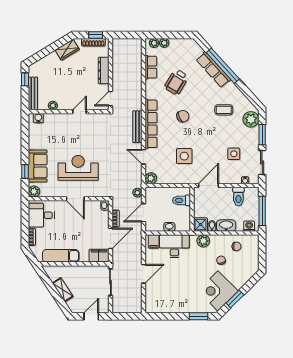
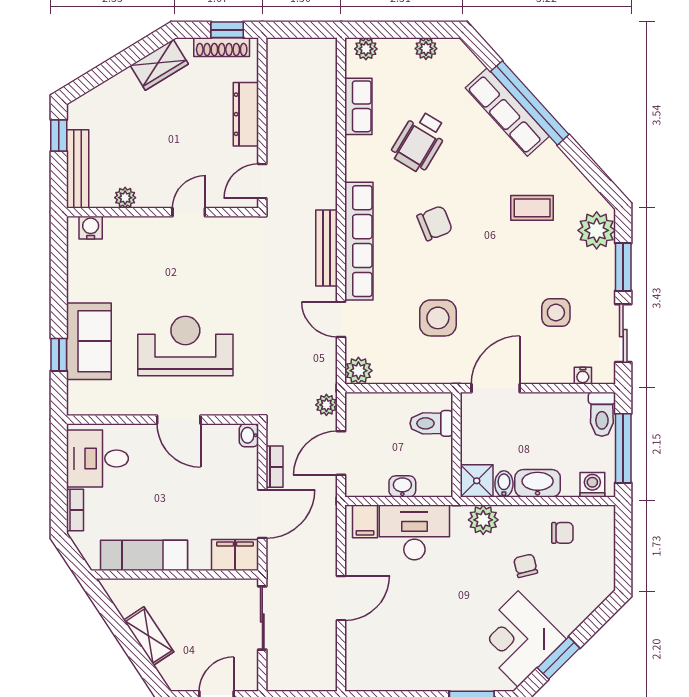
plant: (164, 43) -> (426, 49), moved
plant: (34, 191) -> (80, 402), removed
toilet: (238, 197) -> (602, 414), moved

